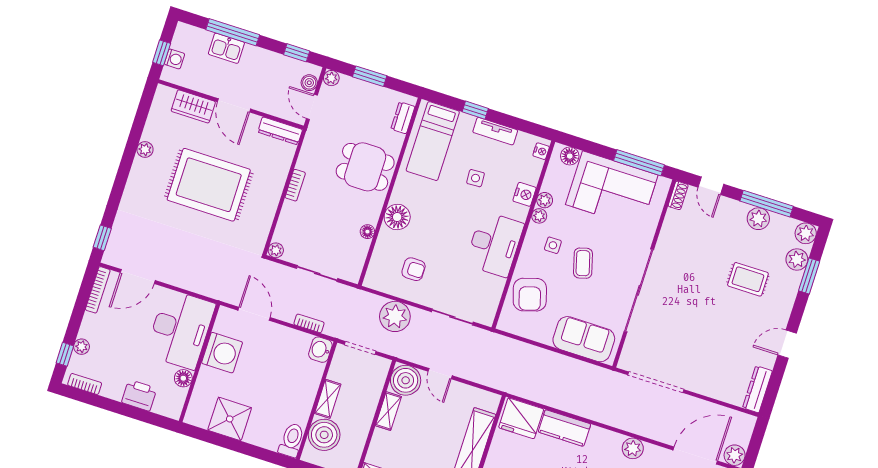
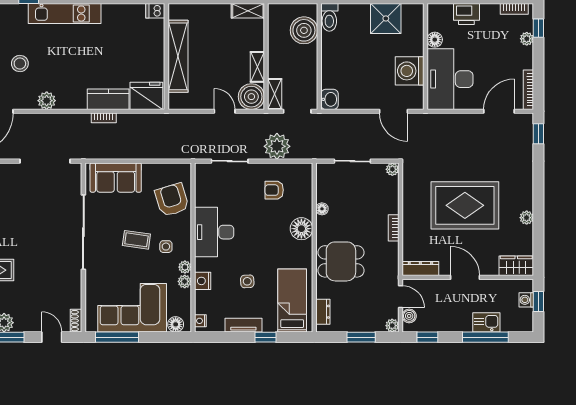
wardrobe: (193, 106) -> (516, 266), moved
coffee table: (583, 263) -> (136, 240), turned -66
bookcase: (309, 323) -> (104, 118), moved
shelving: (328, 399) -> (275, 94), moved

